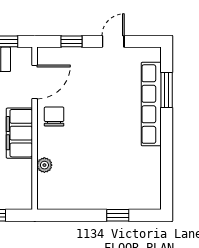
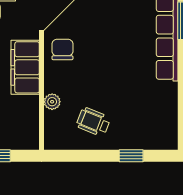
wheelchair: (83, 184) -> (93, 122), added

